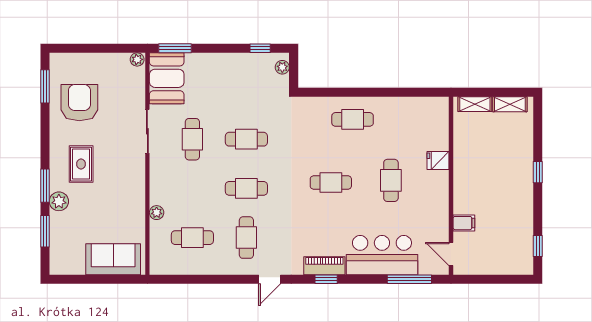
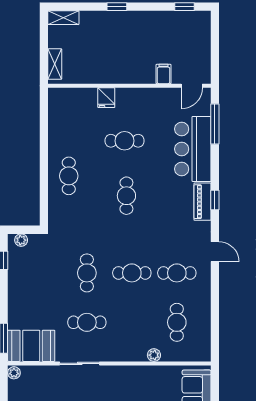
shelving: (510, 104) -> (63, 18), moved, turned 90
cafe table: (246, 188) -> (132, 273), turned 90

